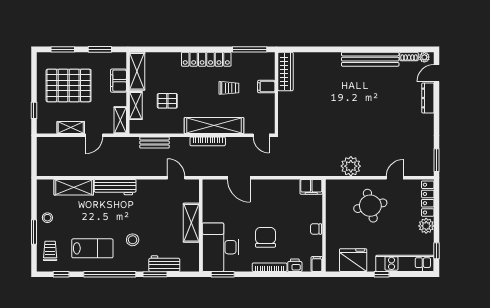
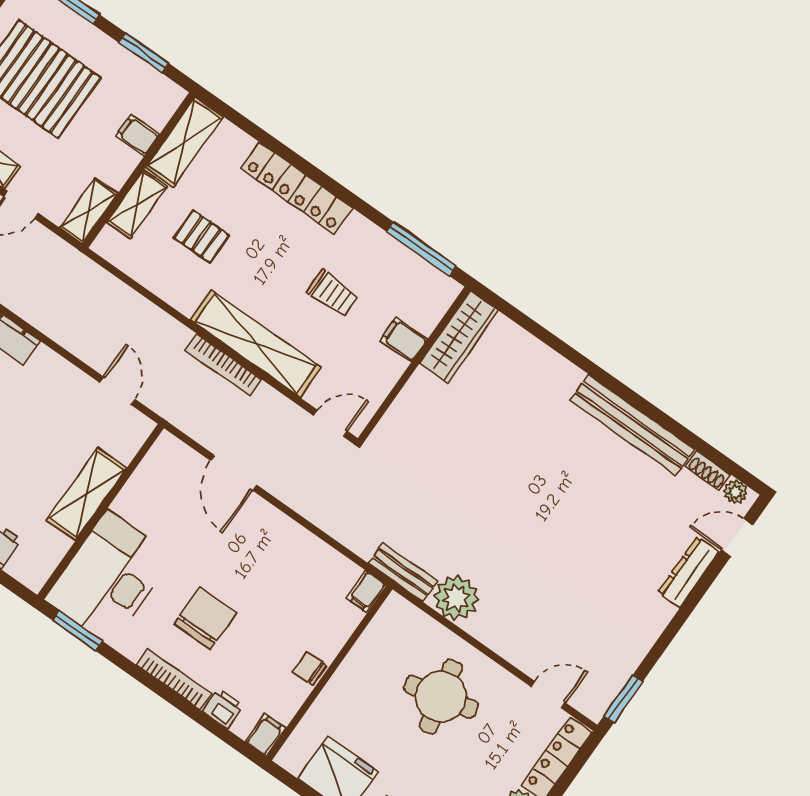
locker: (206, 59) -> (297, 188), moved
filing cabinet: (118, 81) -> (137, 135), width x0.50
door: (261, 135) -> (331, 423), swing flipped
bench: (154, 143) -> (403, 572), moved
door: (395, 178) -> (548, 695), moved
filing cabinet: (311, 187) -> (366, 592), width x0.50

